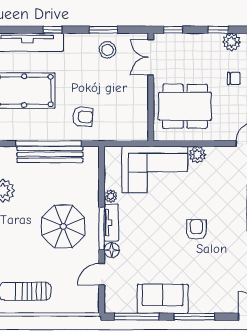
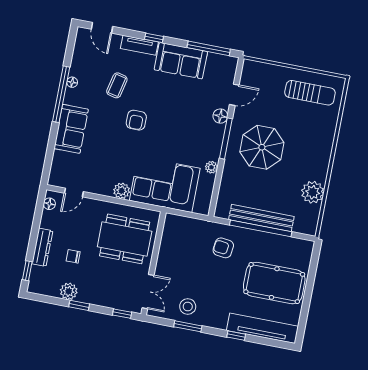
tv unit: (111, 223) -> (139, 45), moved, turned -90
coffee table: (223, 261) -> (117, 85), added
window: (194, 317) -> (154, 38), width x0.46

